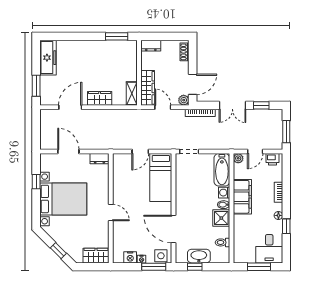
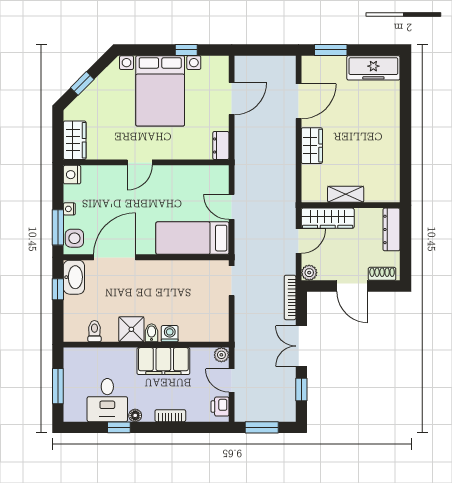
window: (117, 36) -> (405, 171), removed
dresser: (151, 46) -> (391, 229), width x1.44
door: (193, 84) -> (352, 286), moved
shelving: (132, 93) -> (346, 194), moved
door: (70, 107) -> (299, 101), hinge flipped
bathtub: (222, 170) -> (204, 330), removed
desk: (269, 249) -> (107, 400), moved, turned -90
washbasin: (199, 256) -> (74, 277), moved
nightstand: (130, 257) -> (72, 175), moved

